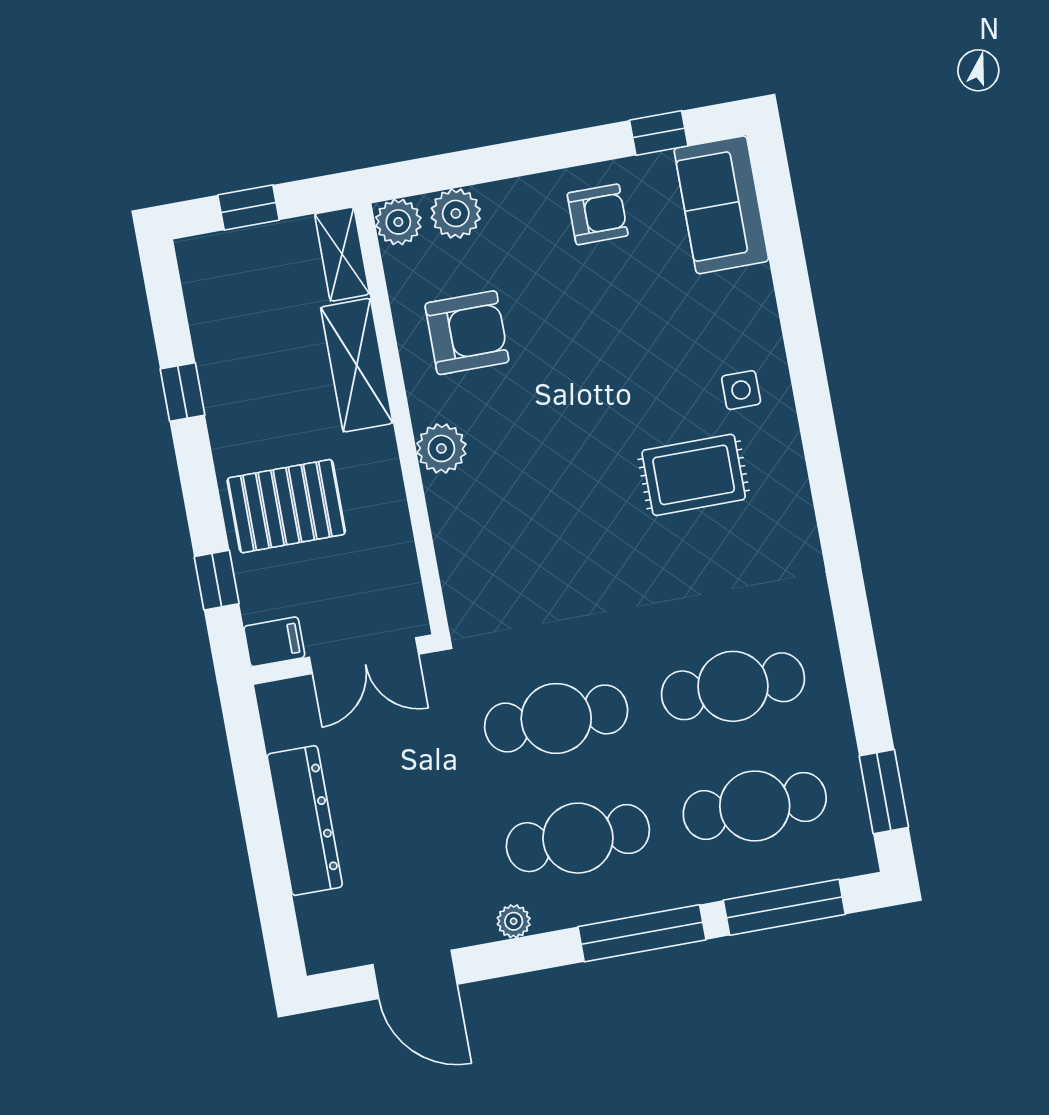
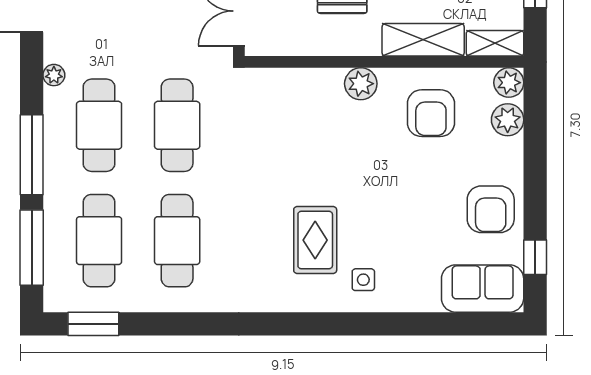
armchair: (598, 214) -> (491, 209), width x1.38, depth x1.38

